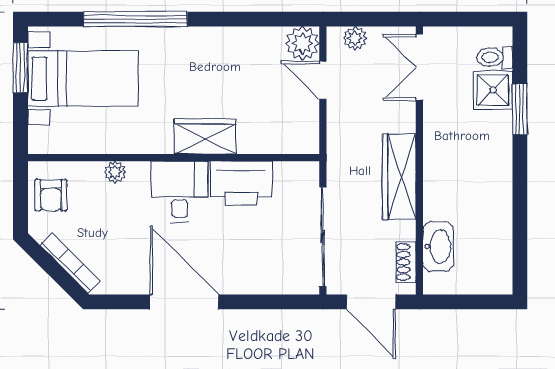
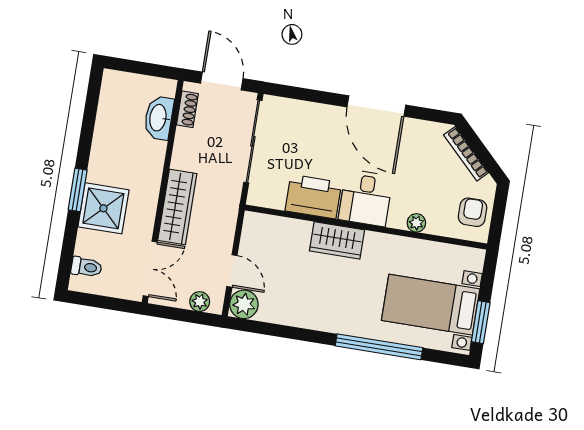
shower: (493, 90) -> (103, 208), moved, width x1.36, depth x1.36
window: (520, 109) -> (78, 190), moved
wardrobe: (399, 177) -> (177, 207), moved

